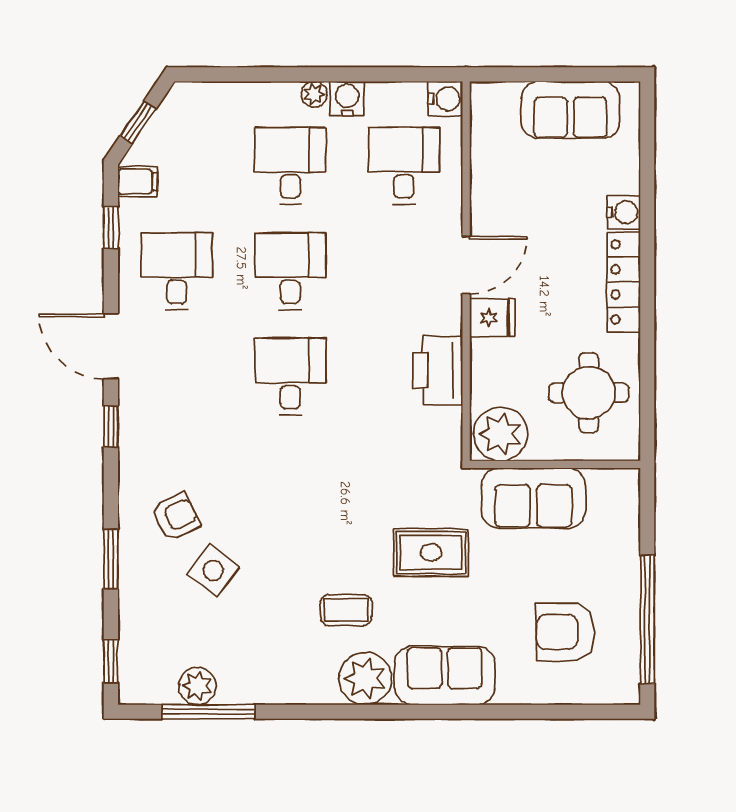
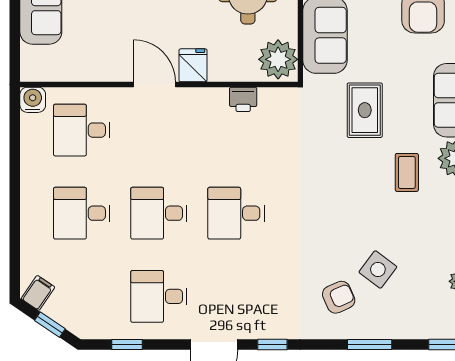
plant: (314, 94) -> (29, 196), removed
water cooler: (347, 99) -> (33, 172), removed
filing cabinet: (138, 182) -> (38, 293), moved, turned 34
printer: (438, 370) -> (243, 99), width x0.53, depth x0.68
armchair: (176, 517) -> (339, 297), turned 91

